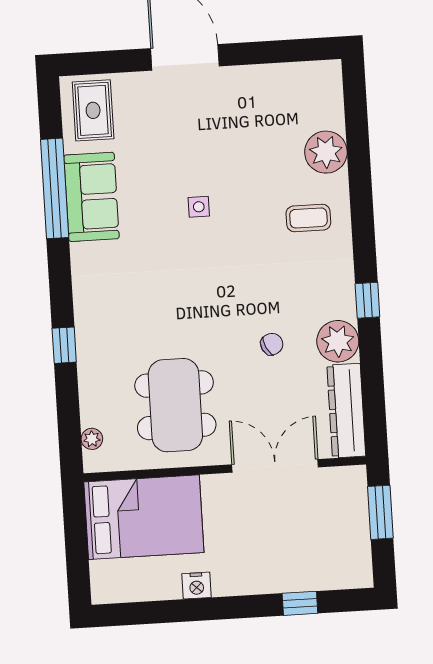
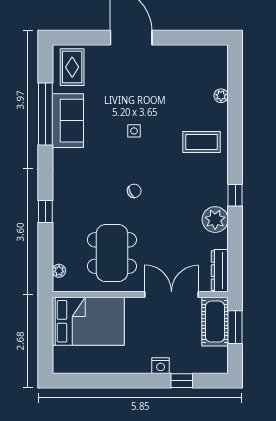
plant: (326, 152) -> (221, 96), width x0.53, depth x0.53
coffee table: (308, 218) -> (202, 142), width x1.36, depth x1.30
chair: (272, 344) -> (134, 191), moved
dresser: (346, 411) -> (220, 271), width x0.73, depth x0.80
cot: (348, 505) -> (215, 322), added
nightstand: (197, 586) -> (161, 366), moved

